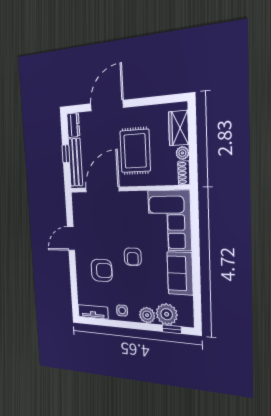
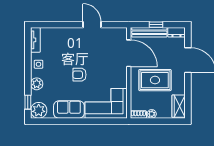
wardrobe: (179, 128) -> (179, 106), moved, turned -90
armchair: (102, 270) -> (68, 49), removed
plant: (167, 314) -> (39, 110), moved

